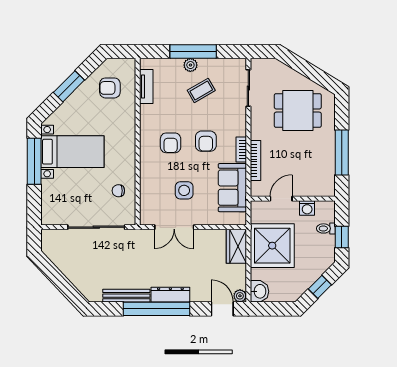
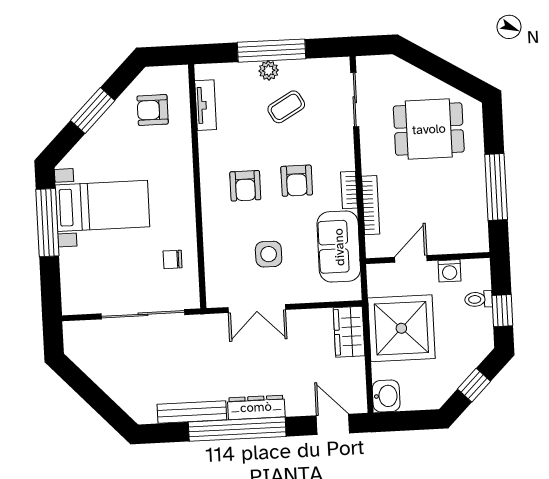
plant: (240, 296) -> (358, 404), removed

